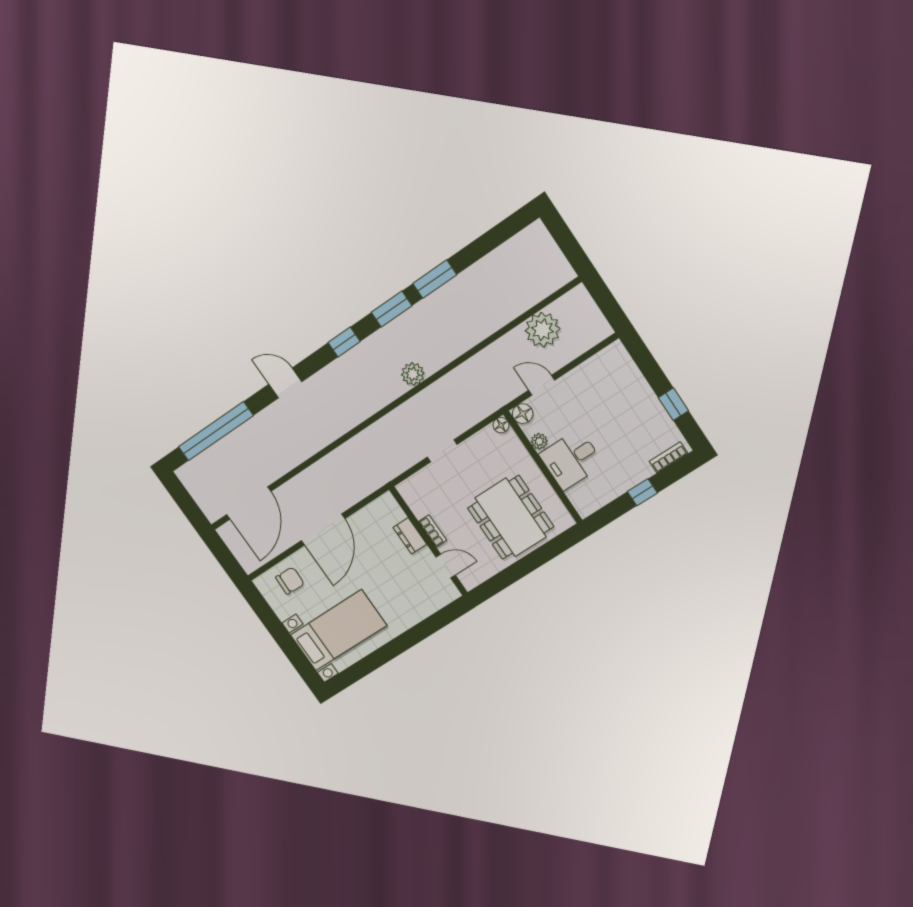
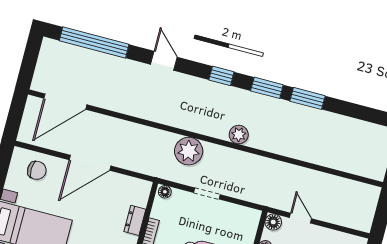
plant: (543, 330) -> (189, 151), moved
floor lamp: (501, 425) -> (165, 192), moved

